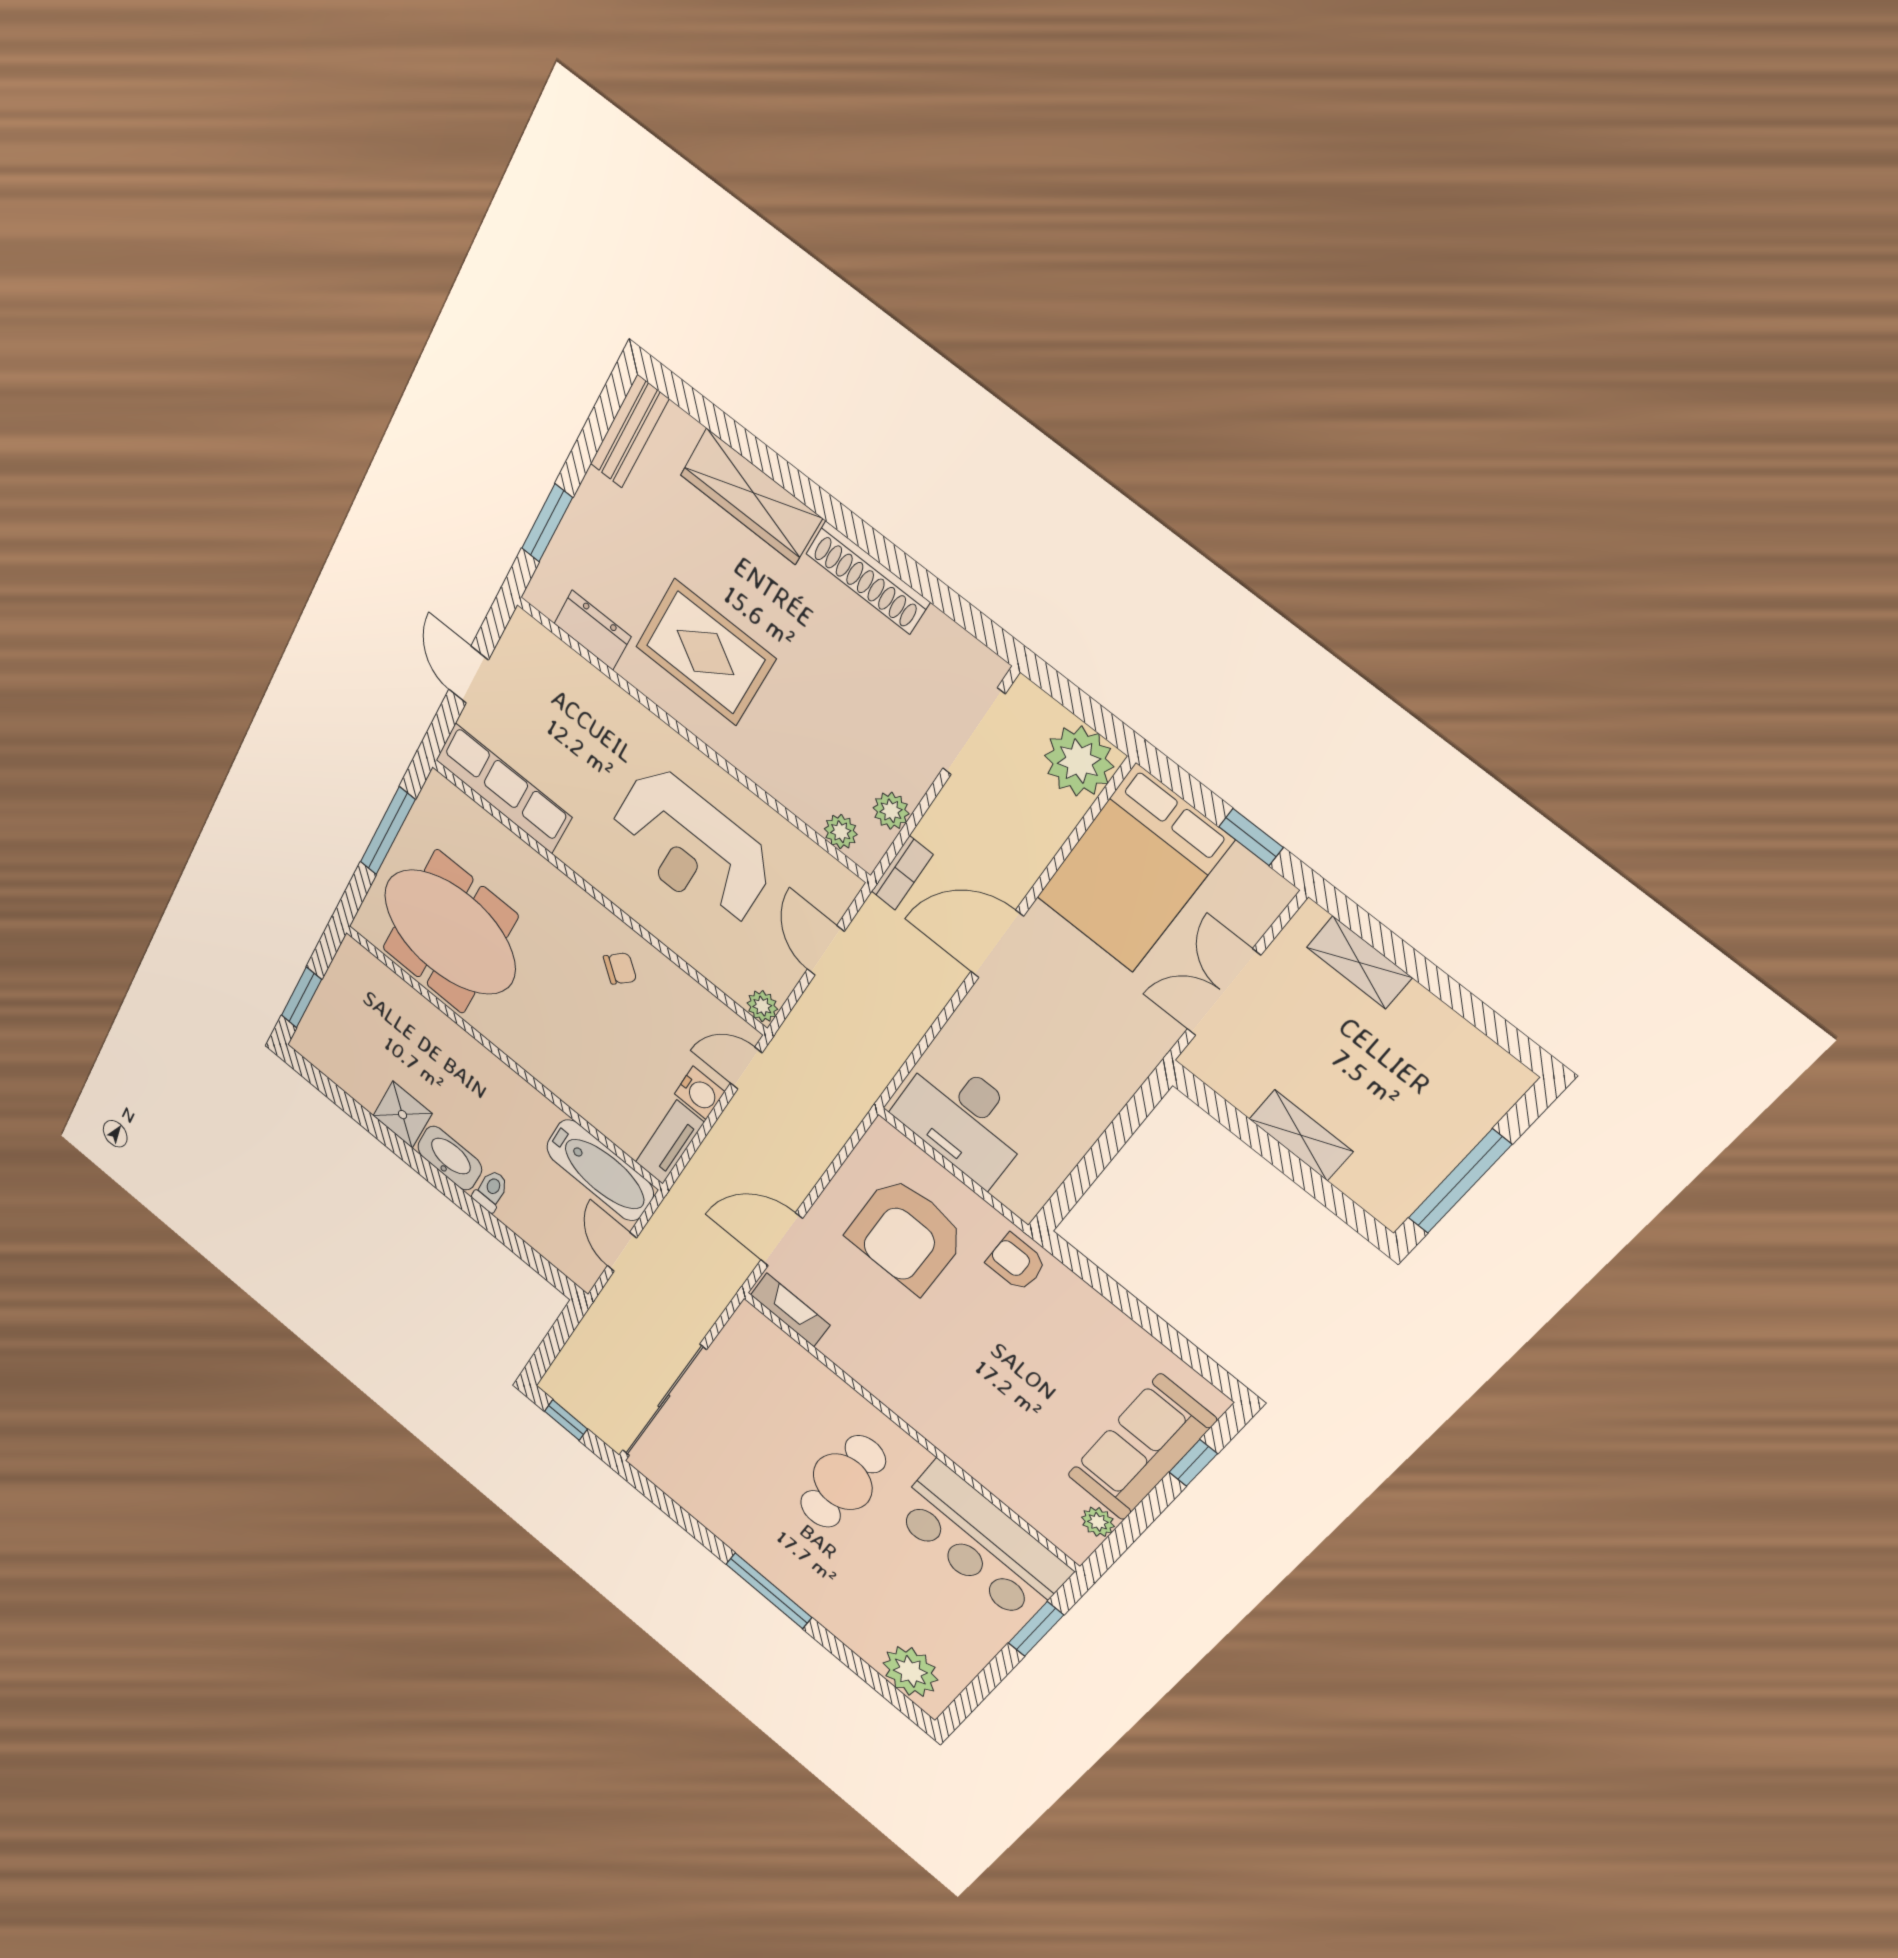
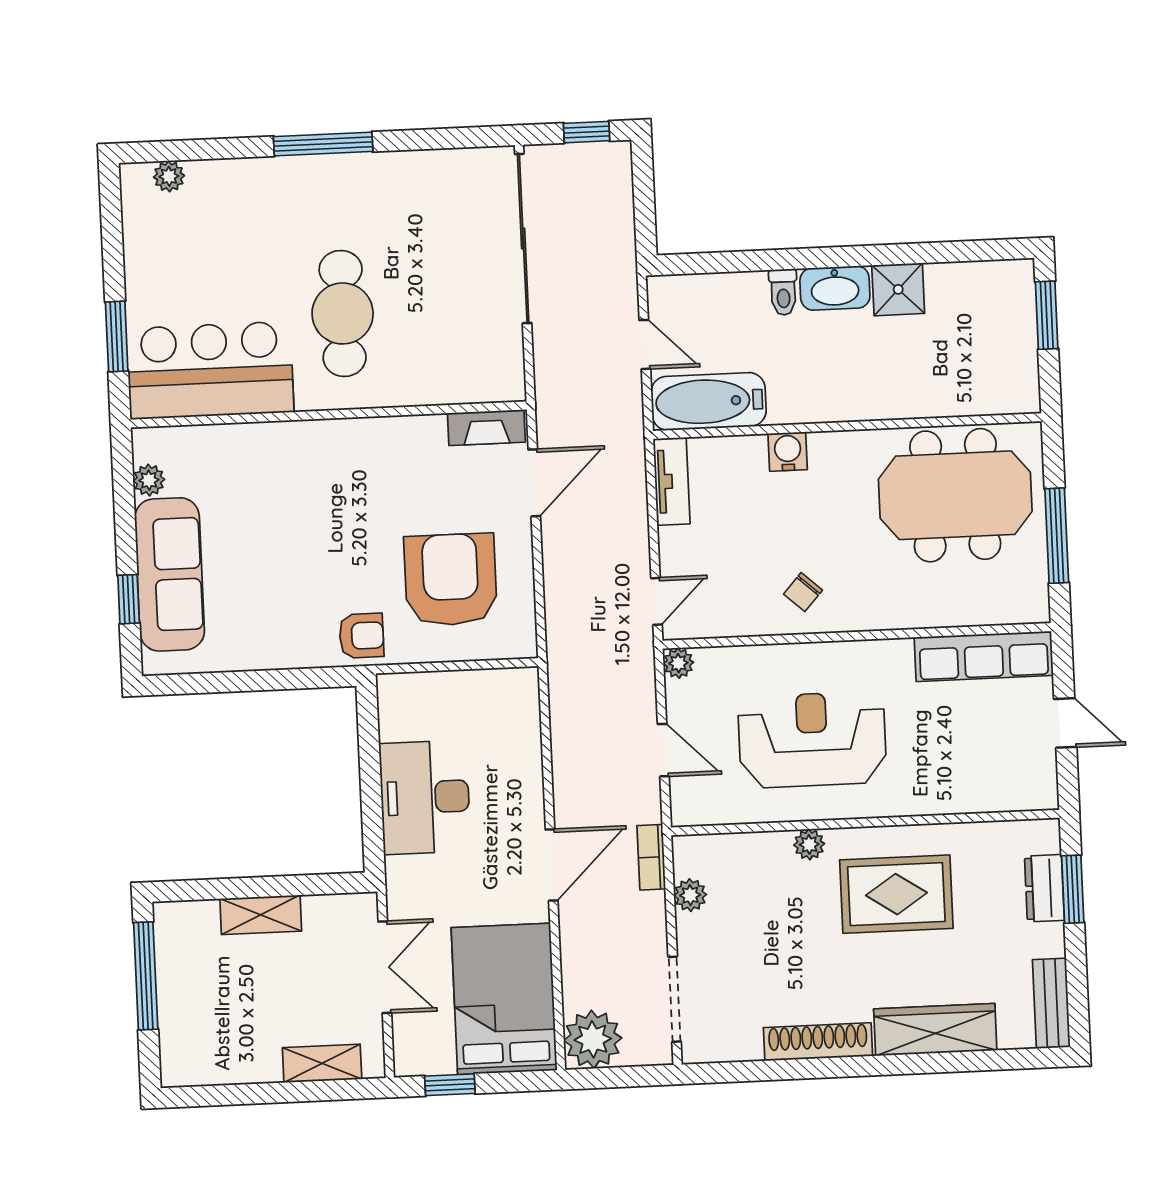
dresser: (592, 630) -> (1044, 888), moved, turned 90
plant: (841, 832) -> (809, 844), moved
water cooler: (700, 1093) -> (788, 452), moved, turned 90
desk: (963, 1119) -> (425, 797), moved, turned -90
plant: (910, 1671) -> (169, 176), width x0.53, depth x0.53

